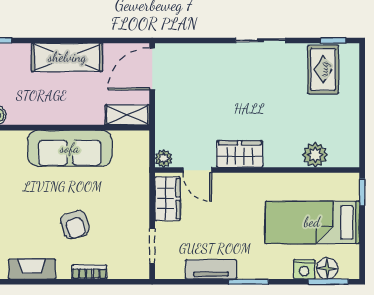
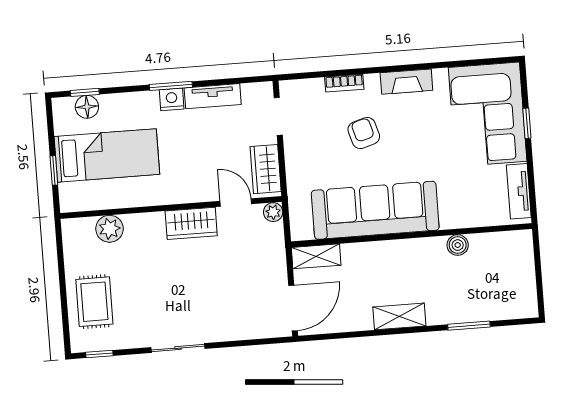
shelving: (67, 57) -> (399, 316), width x0.67, depth x0.75
rug: (323, 69) -> (94, 302), moved
sofa: (70, 148) -> (375, 210), width x1.36, depth x1.27
window: (362, 192) -> (54, 170), moved
nightstand: (304, 269) -> (172, 99), moved
window: (328, 282) -> (85, 92), width x0.67

